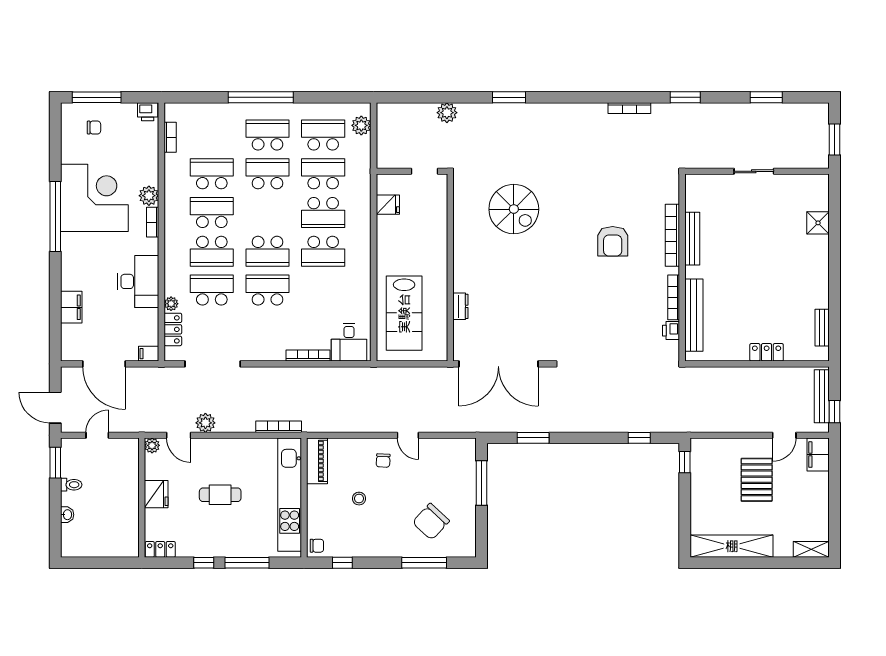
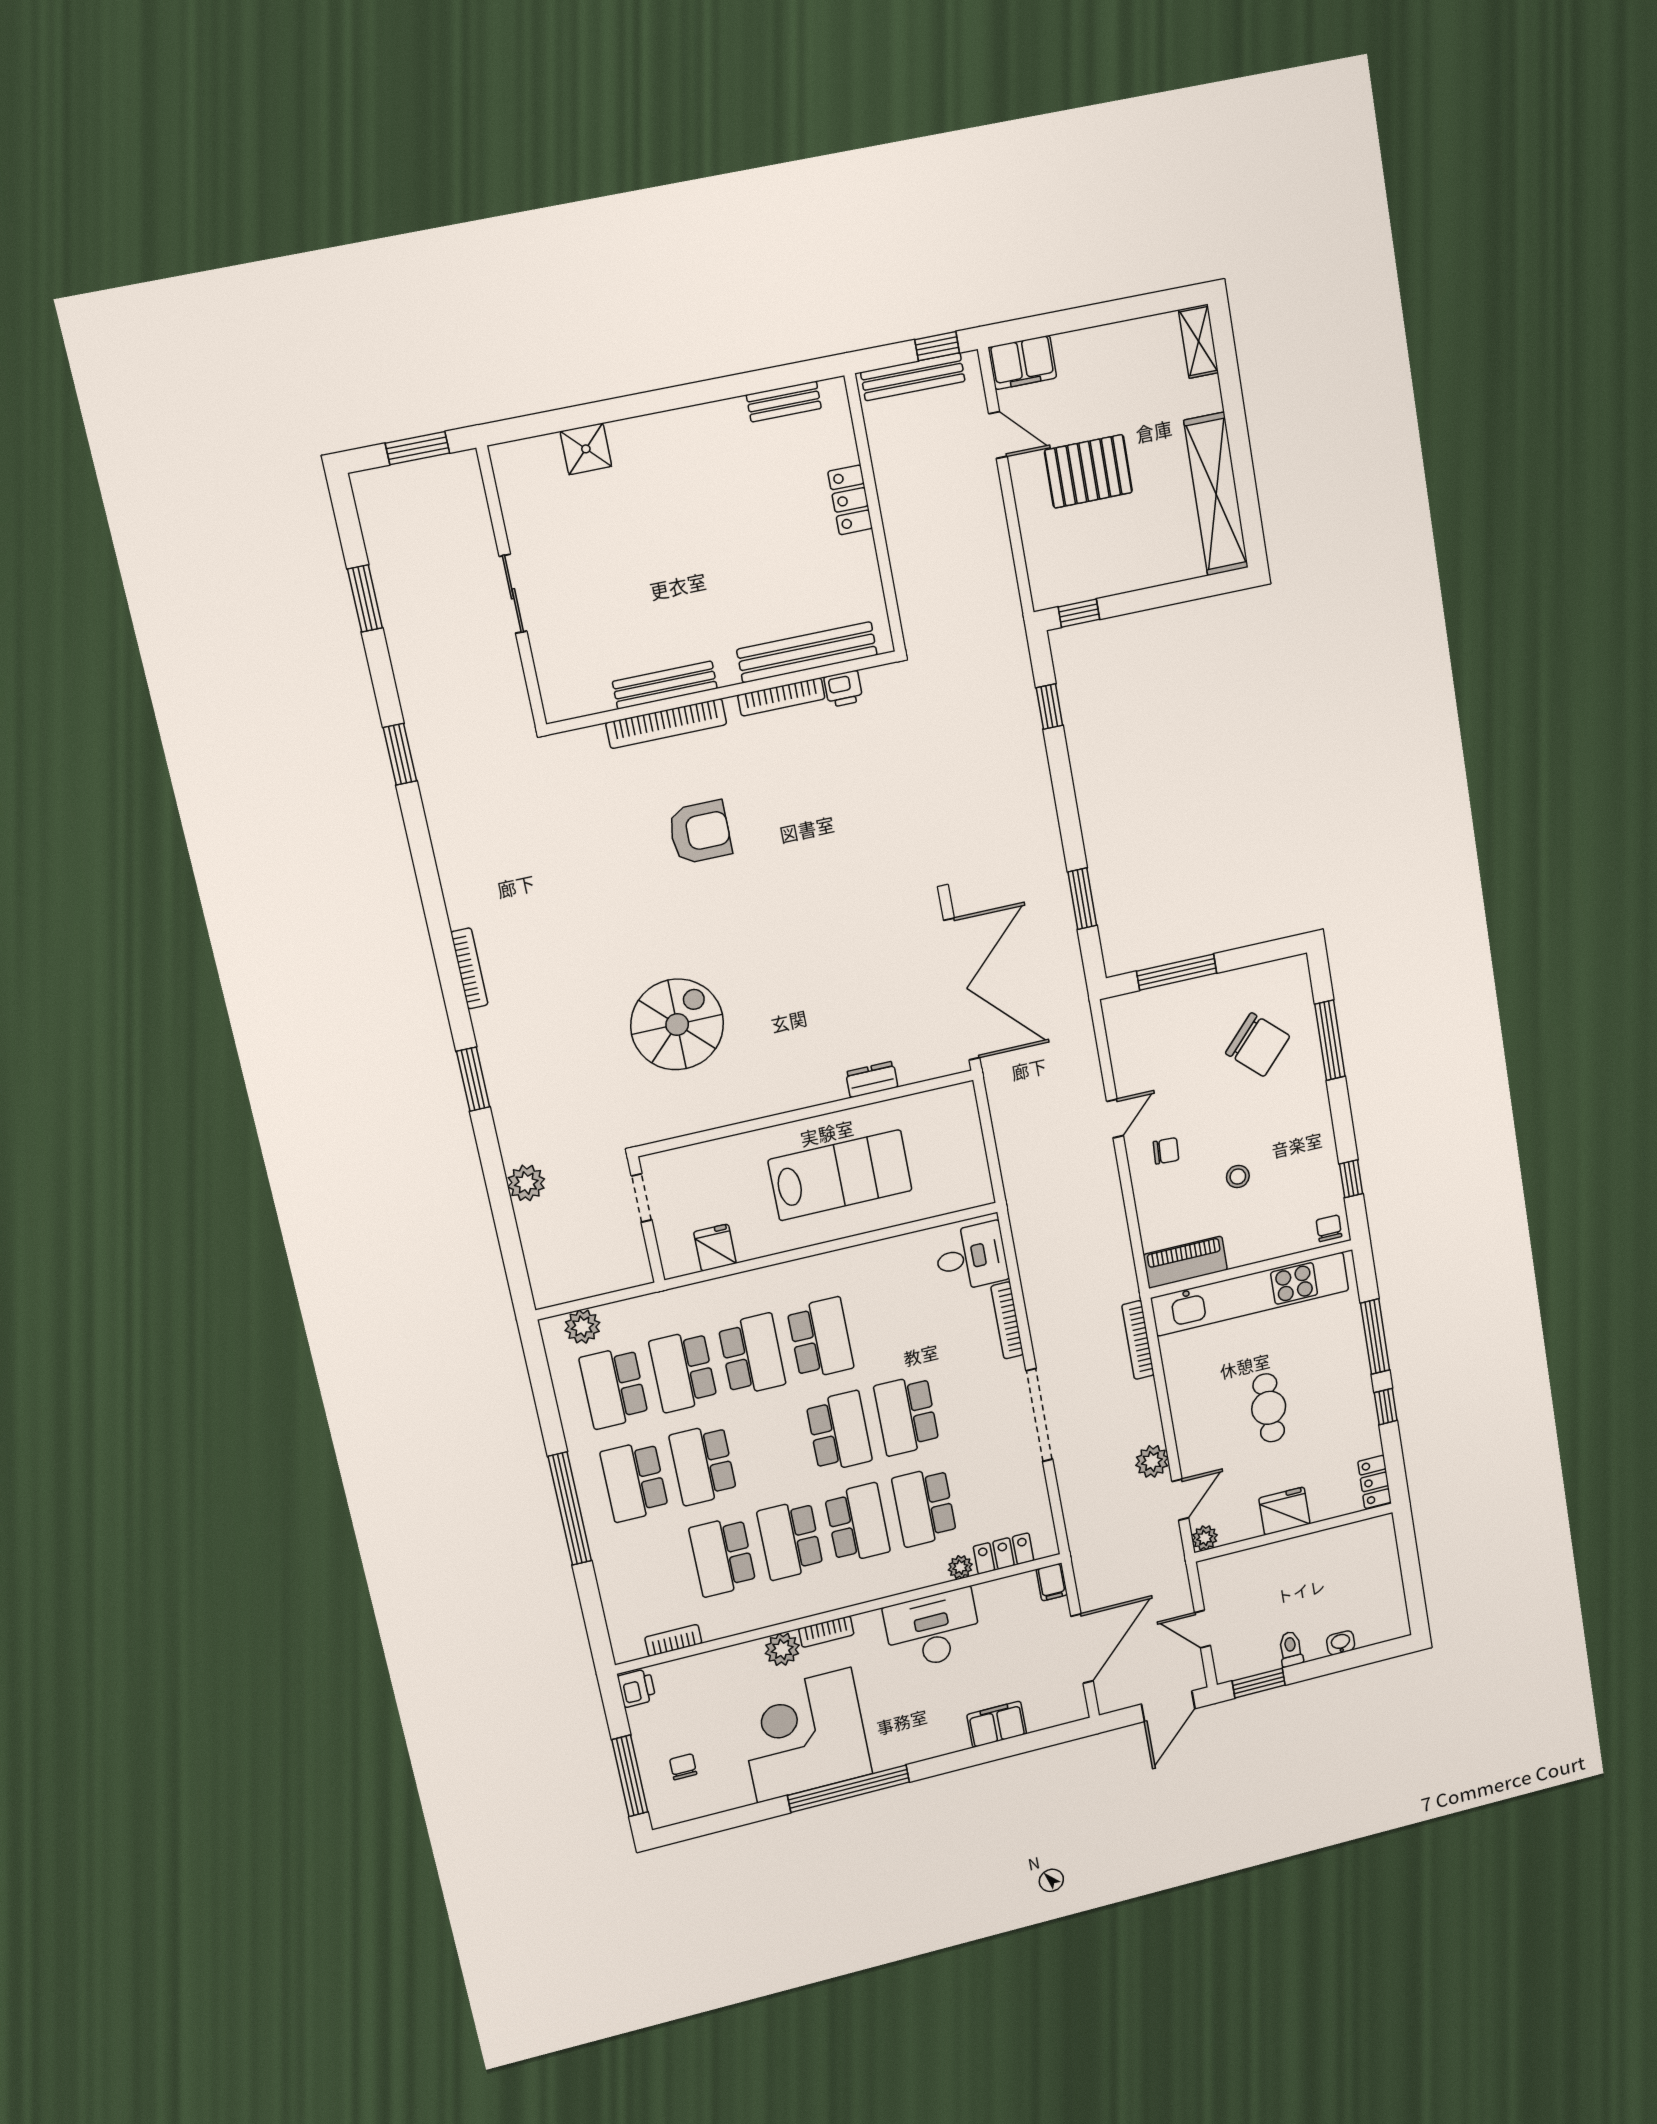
bookcase: (629, 108) -> (469, 968), moved
lab bench: (404, 313) -> (840, 1175), moved
doorway: (213, 364) -> (1039, 1415), moved

